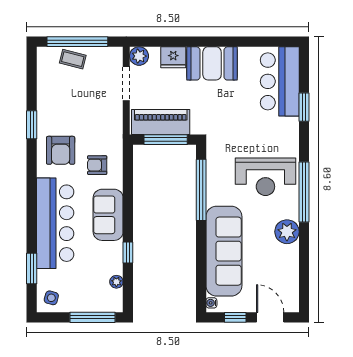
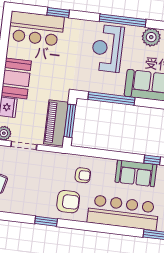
armchair: (97, 165) -> (83, 175), turned -90
reception desk: (265, 177) -> (107, 48), turned 180
sofa: (108, 215) -> (136, 173), moved

